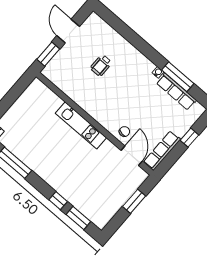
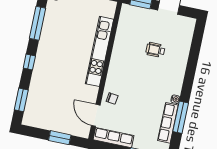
kitchen unit: (81, 125) -> (99, 51), width x1.36
door: (132, 156) -> (96, 115), swing flipped
window: (58, 201) -> (29, 62), moved

